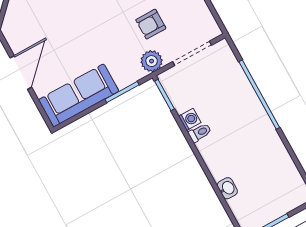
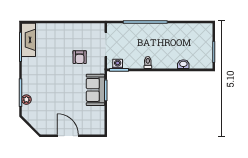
plant: (152, 61) -> (98, 67), removed
sofa: (79, 95) -> (95, 90), moved, width x0.73
washing machine: (190, 119) -> (118, 64), moved

